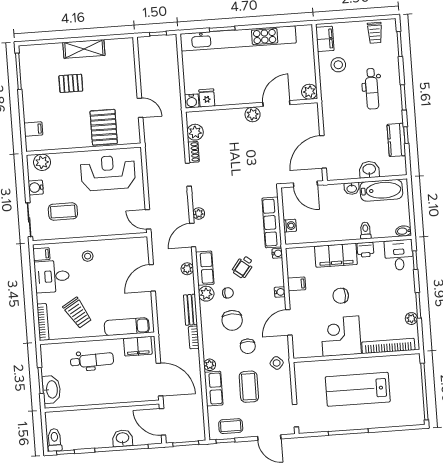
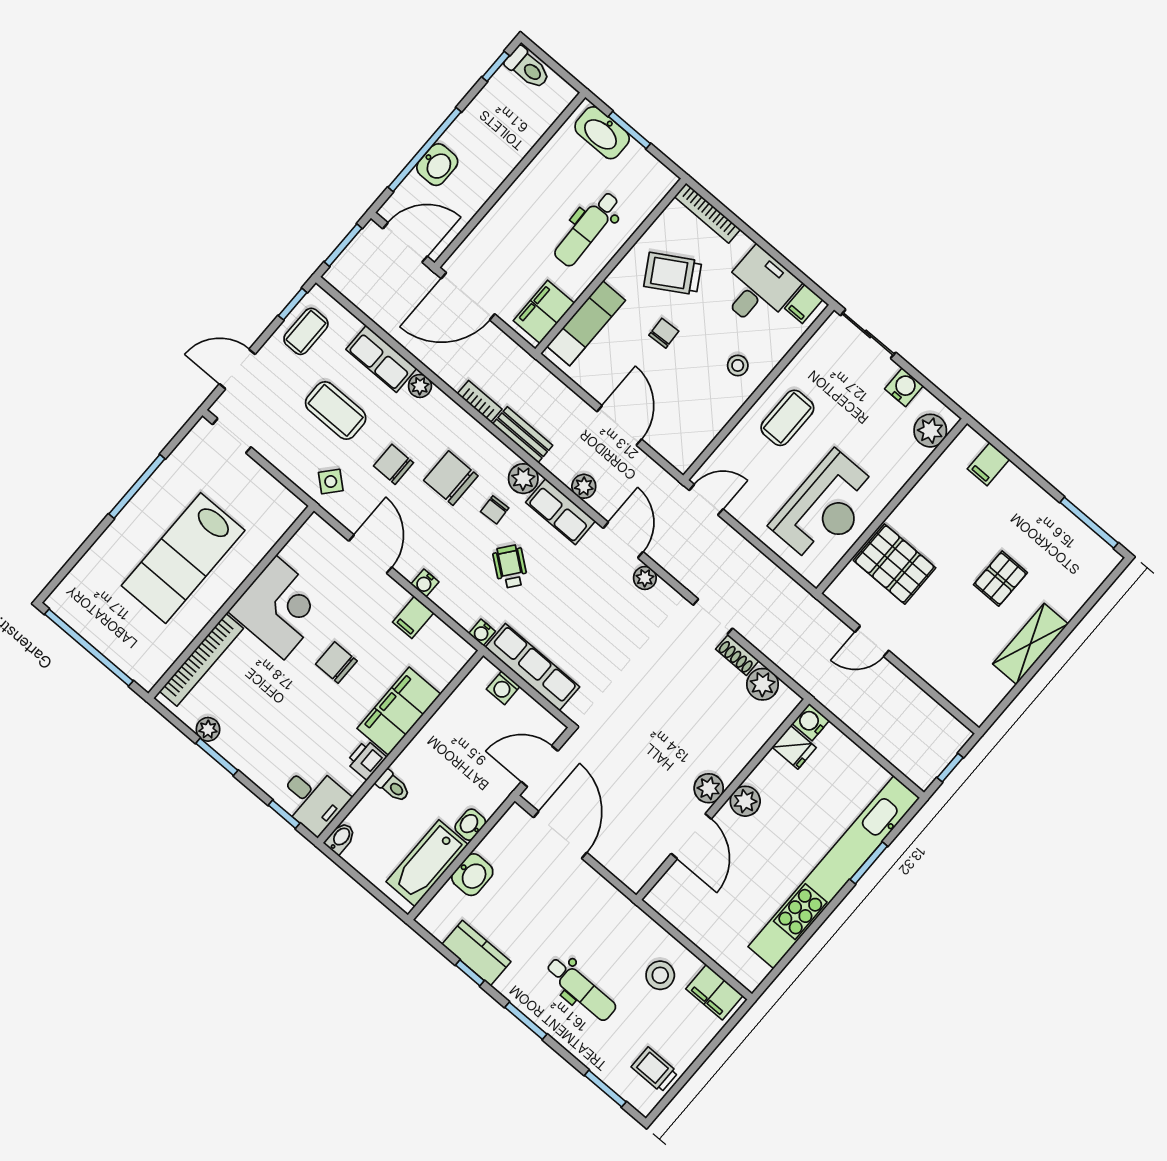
dental chair: (372, 89) -> (581, 989), turned 180
plant: (309, 92) -> (745, 801), moved
coffee table: (63, 212) -> (787, 418), moved
chair: (102, 295) -> (664, 333), added
chair: (341, 296) -> (336, 663), turned -90
lab bench: (358, 389) -> (183, 558), turned 180

